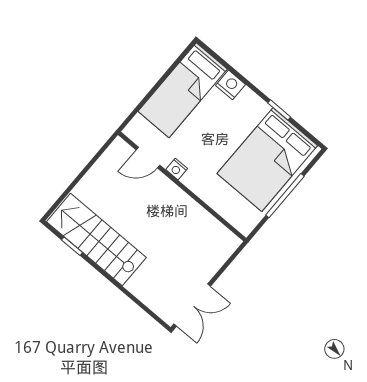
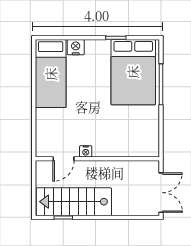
door: (148, 157) -> (64, 159), moved
nightstand: (177, 169) -> (86, 151), moved
wall: (182, 186) -> (97, 159), moved

